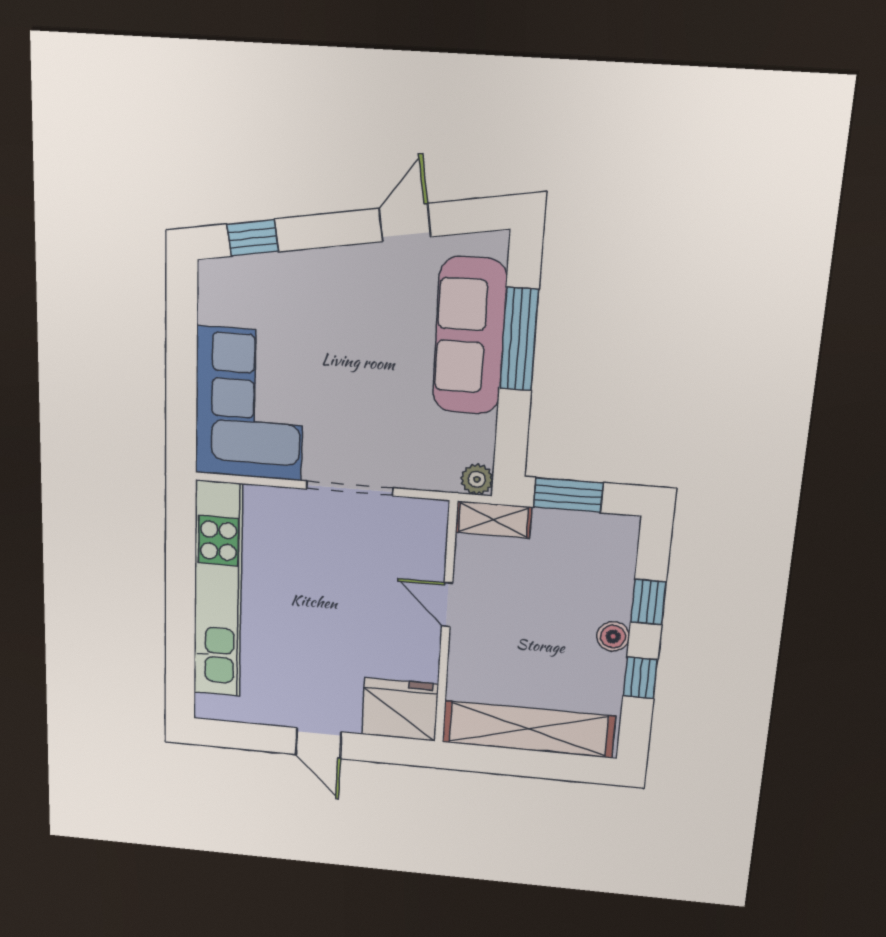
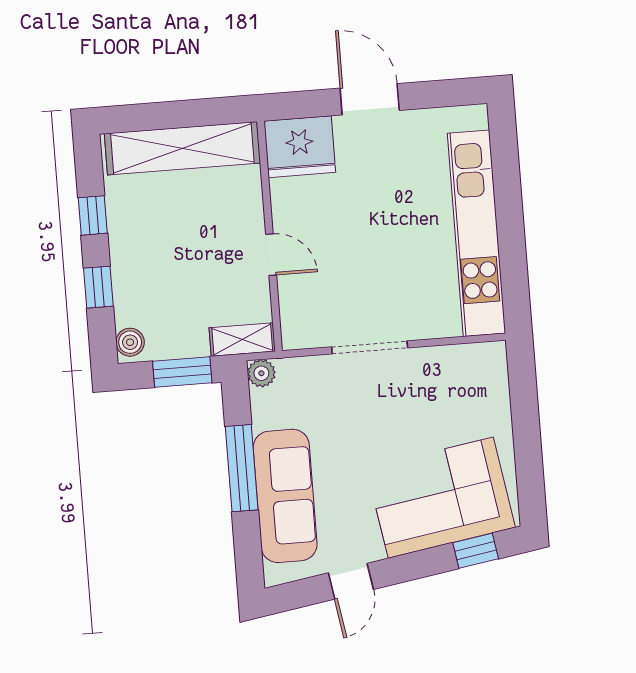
window: (519, 339) -> (242, 468), moved
corner sofa: (249, 404) -> (441, 498), moved, turned 81
boiler: (613, 636) -> (130, 342), moved
door: (318, 743) -> (370, 99), width x1.38

